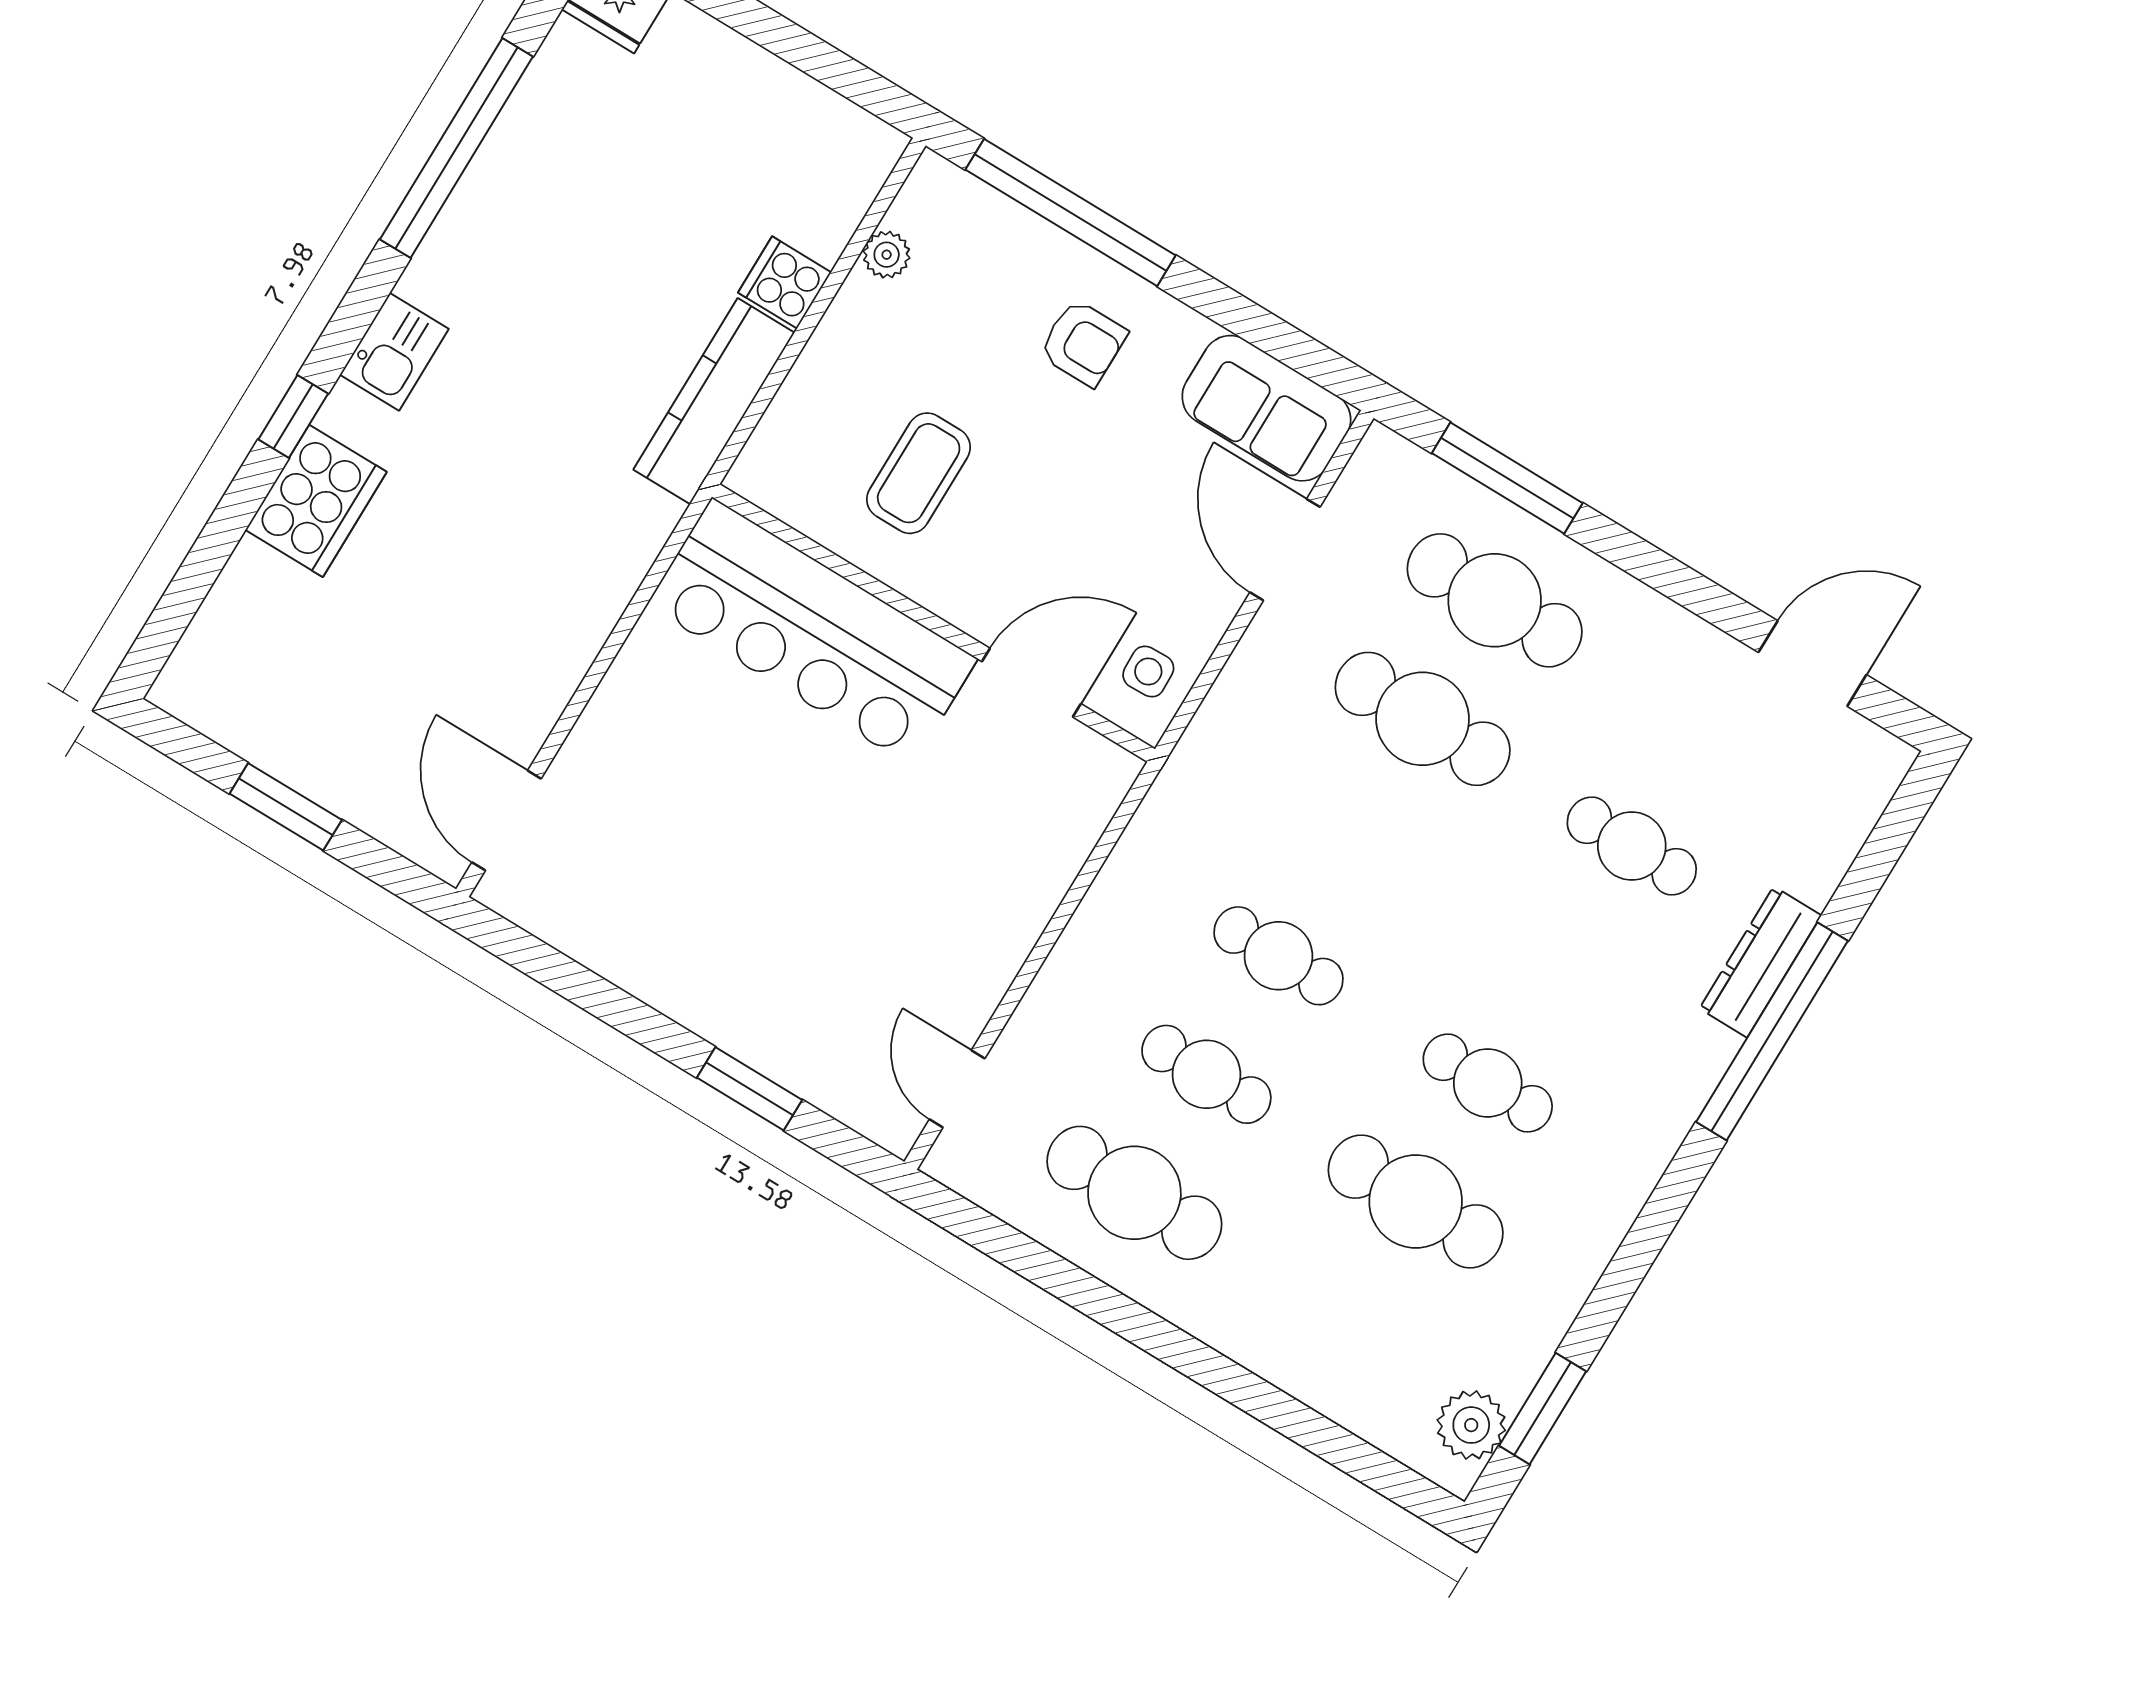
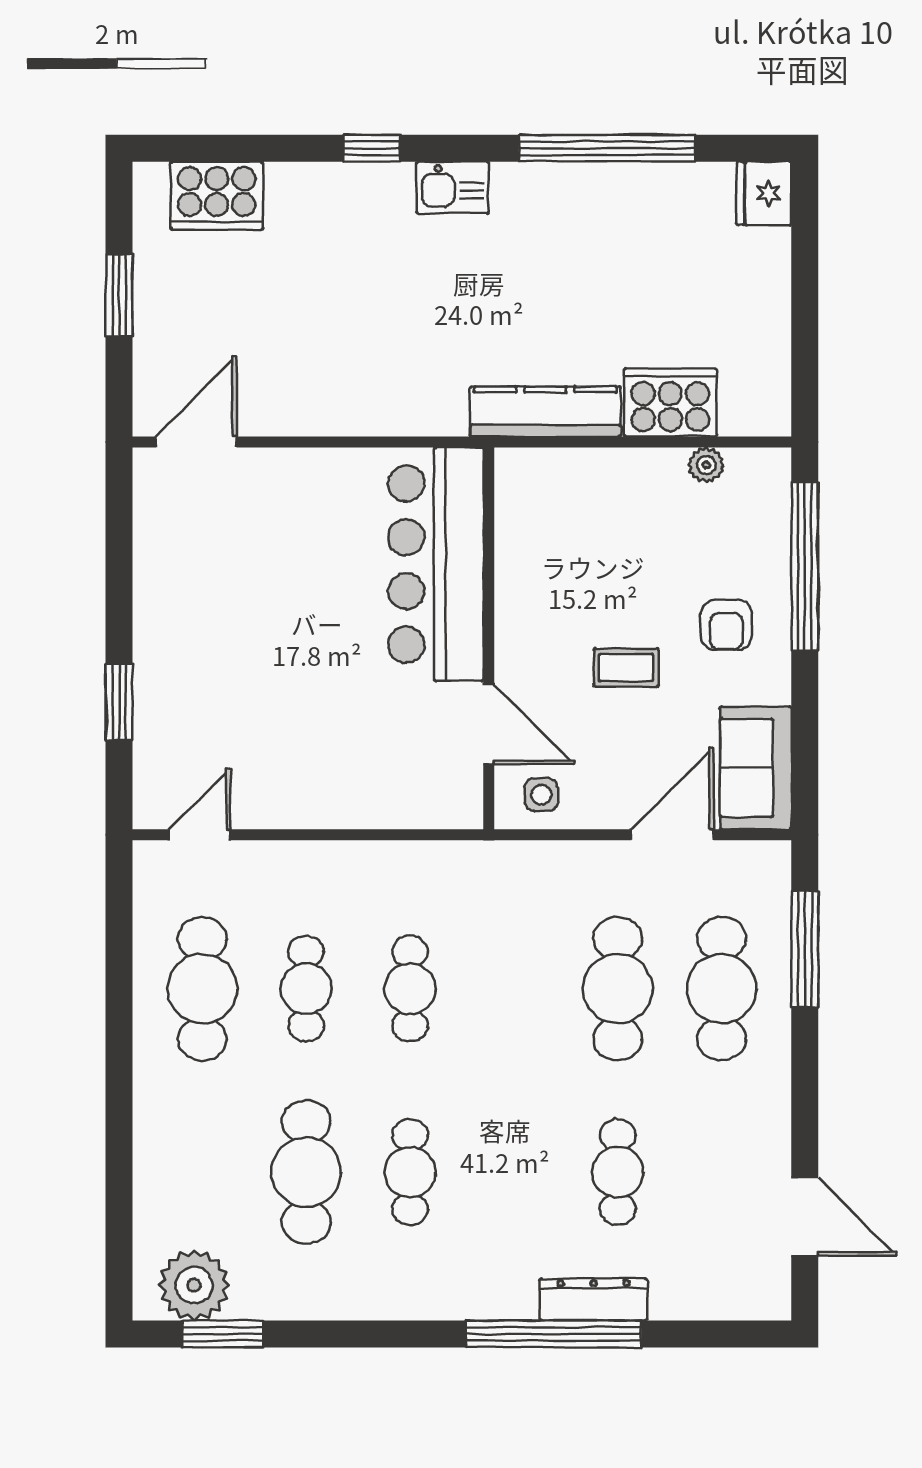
cooker: (785, 282) -> (670, 402), width x1.87, depth x1.31
coffee table: (919, 473) -> (626, 668), moved, width x0.73, depth x0.77
cooker: (316, 501) -> (217, 196), moved
plant: (1471, 1425) -> (194, 1285), width x1.36, depth x1.36

